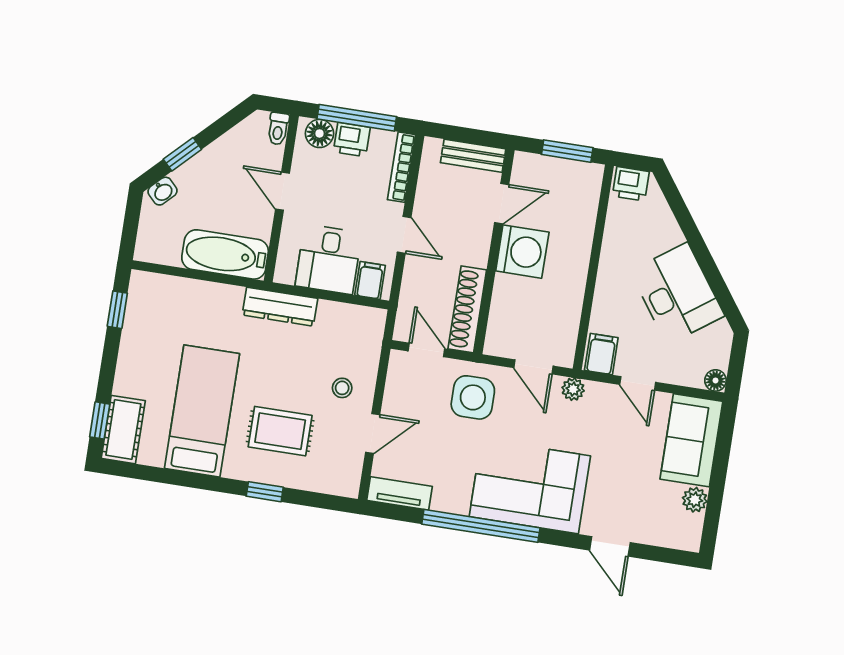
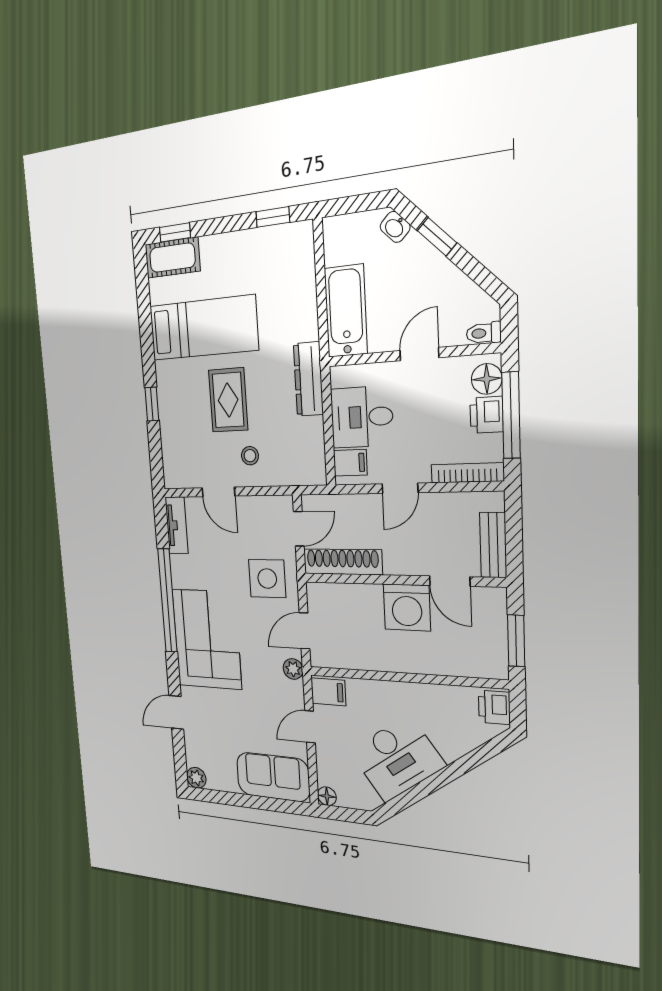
rug: (280, 431) -> (228, 400), moved
plant: (695, 500) -> (196, 778), moved

